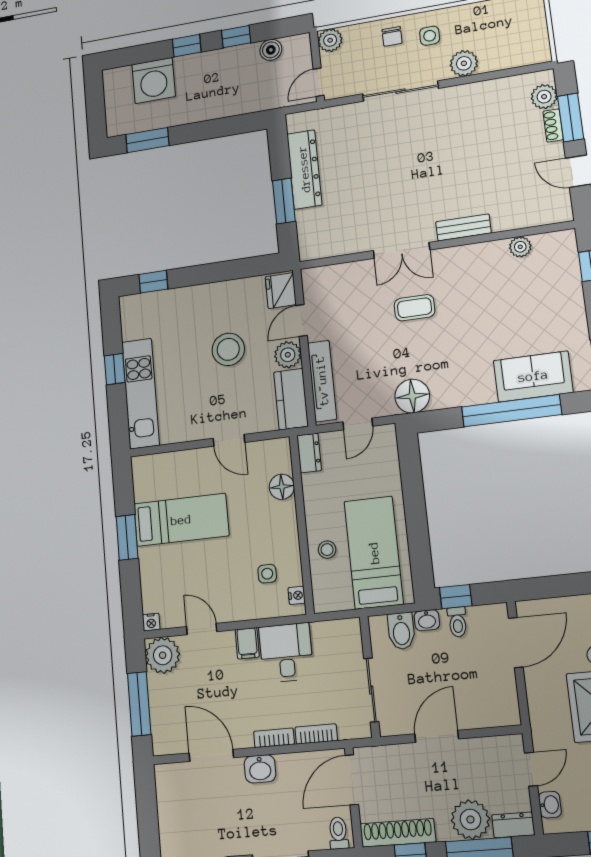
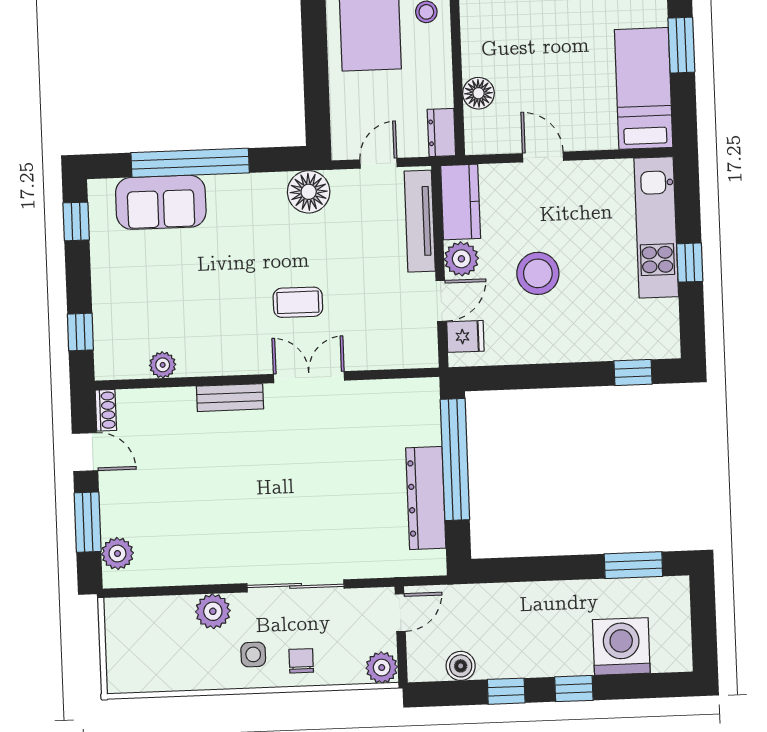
shoe rack: (553, 125) -> (106, 410), moved
window: (284, 201) -> (455, 459), width x2.11
fridge: (281, 291) -> (465, 336), width x0.72
bed: (181, 520) -> (644, 88), moved, turned 90

